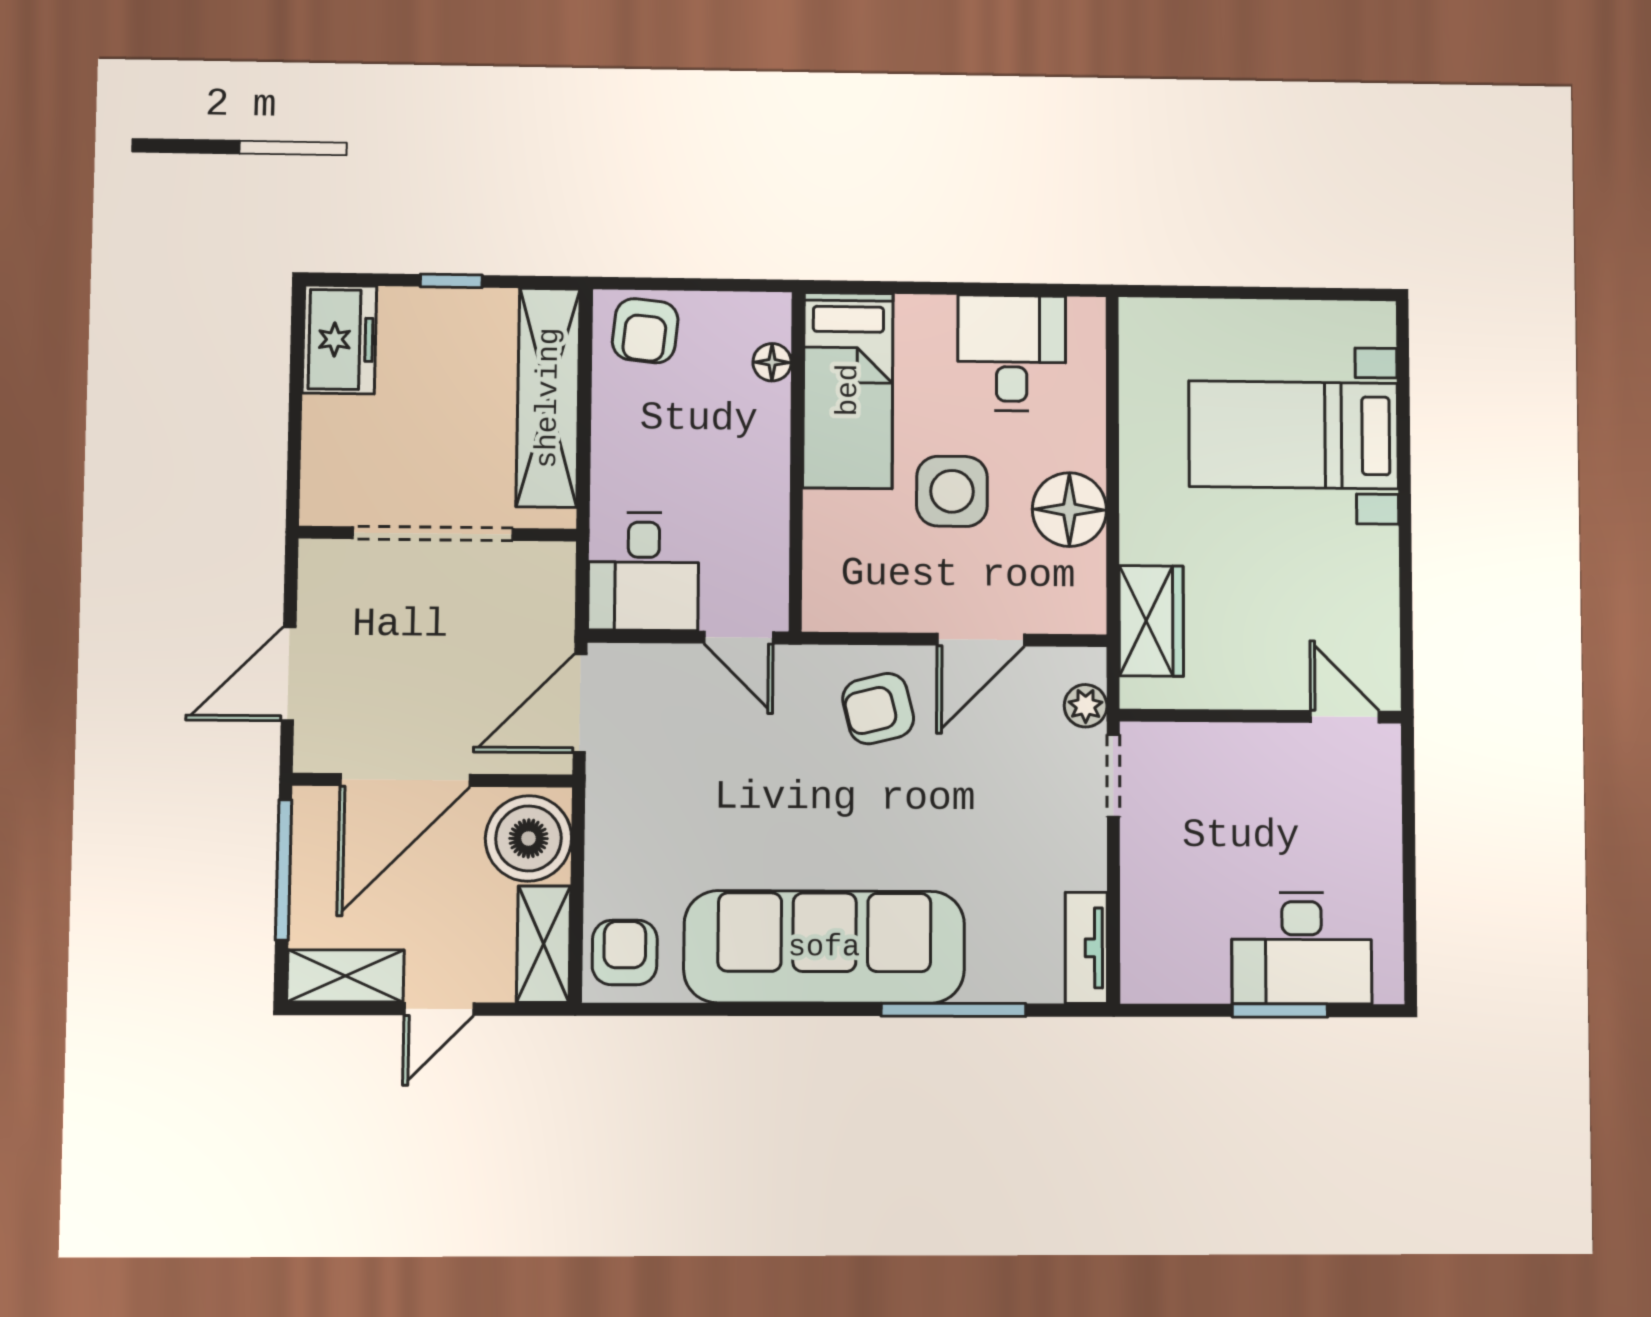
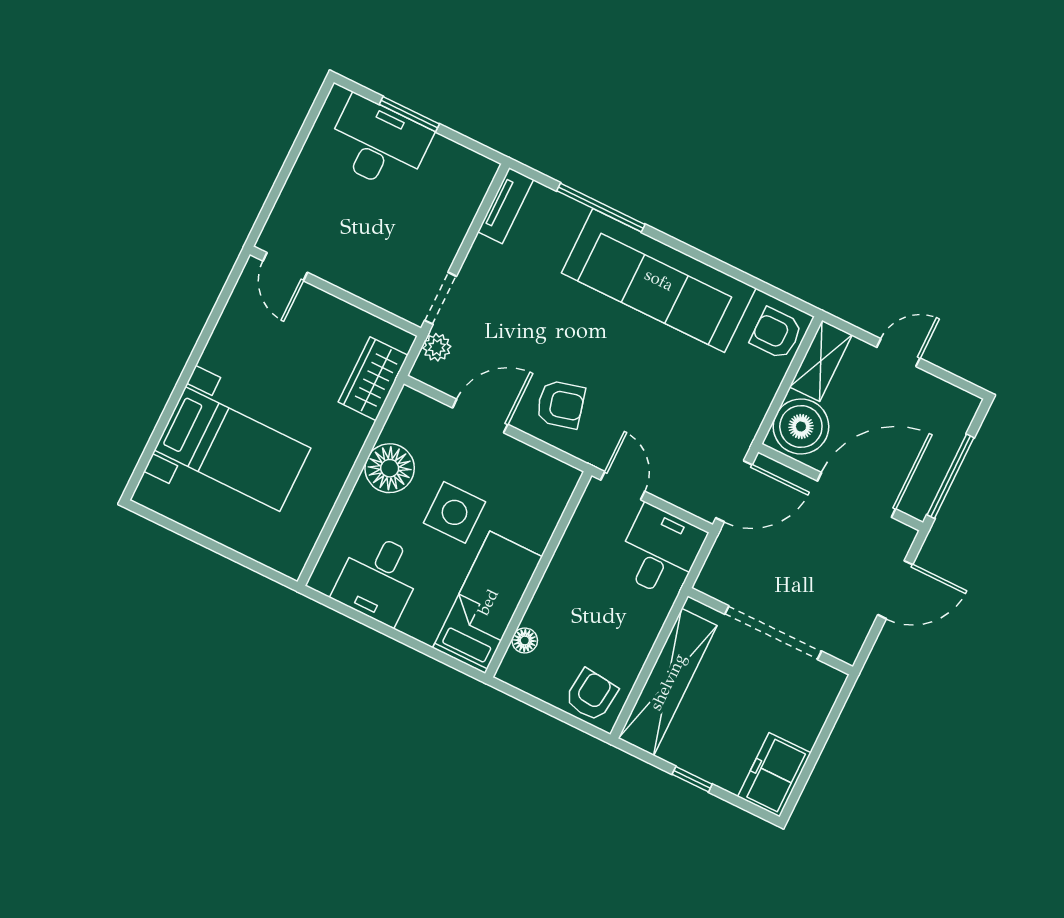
armchair: (625, 952) -> (776, 333), turned 90
shelving: (346, 976) -> (943, 398), removed

